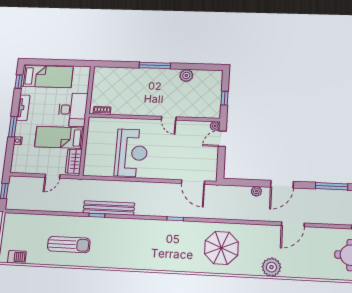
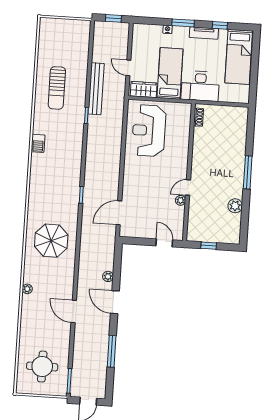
window: (19, 82) -> (220, 25), moved
plant: (215, 126) -> (181, 200), moved
reception desk: (131, 153) -> (149, 131), moved, turned 90
bench: (109, 208) -> (96, 89), moved
barbecue: (17, 257) -> (38, 143), moved
plant: (271, 267) -> (27, 289), width x0.53, depth x0.53

